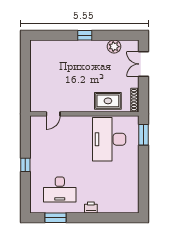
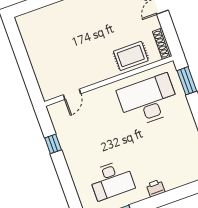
desk: (109, 139) -> (148, 100), turned 90
window: (25, 165) -> (53, 144), moved

